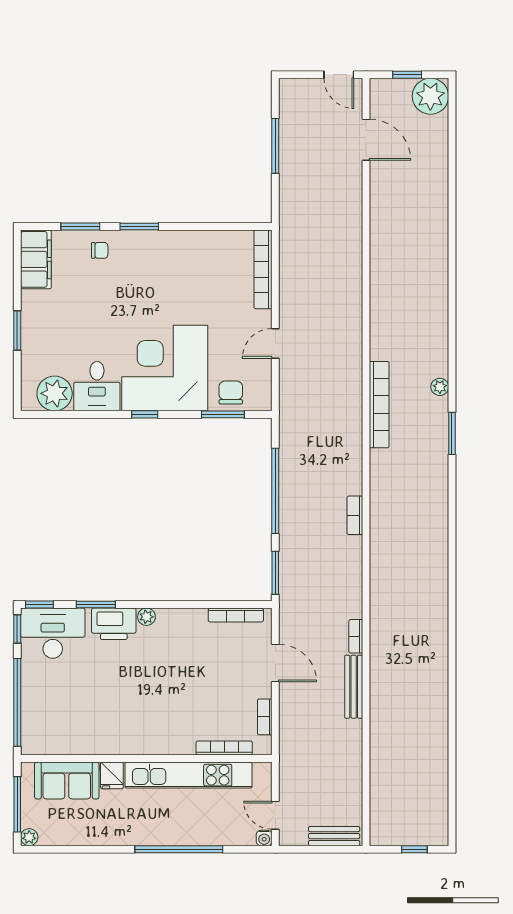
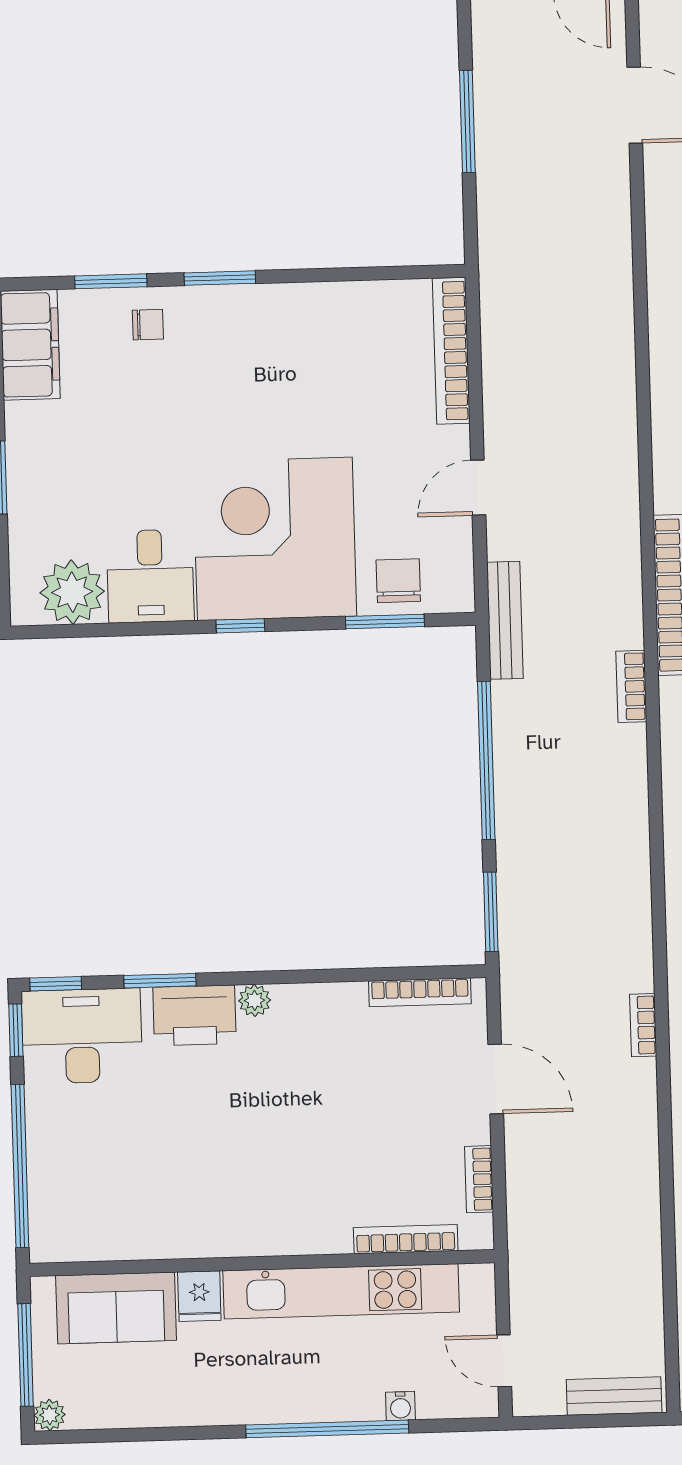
bookcase: (355, 515) -> (631, 686), moved
bench: (354, 687) -> (505, 620), moved
water cooler: (264, 838) -> (400, 1406), moved

